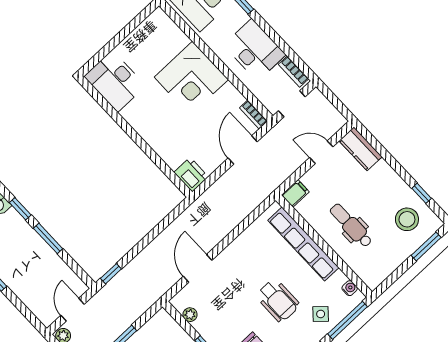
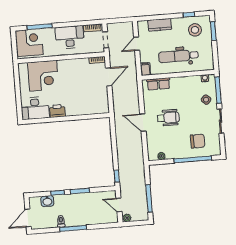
corner desk: (191, 78) -> (43, 76), moved
kitchen counter: (360, 149) -> (160, 25), moved
door: (243, 150) -> (109, 77), swing flipped
printer: (191, 175) -> (57, 111), moved
dental chair: (351, 225) -> (178, 56), width x1.36, depth x1.38
row of seats: (303, 244) -> (158, 84), width x0.50
door: (198, 268) -> (143, 123), moved
wheelchair: (278, 300) -> (168, 118), moved

